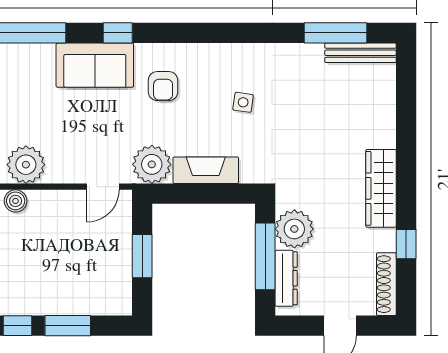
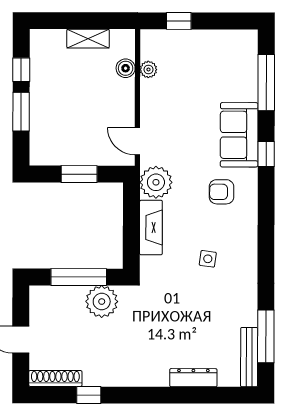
plant: (26, 165) -> (148, 69), width x0.53, depth x0.53
wardrobe: (381, 188) -> (136, 374), removed
dresser: (286, 278) -> (193, 378), moved, turned 180

